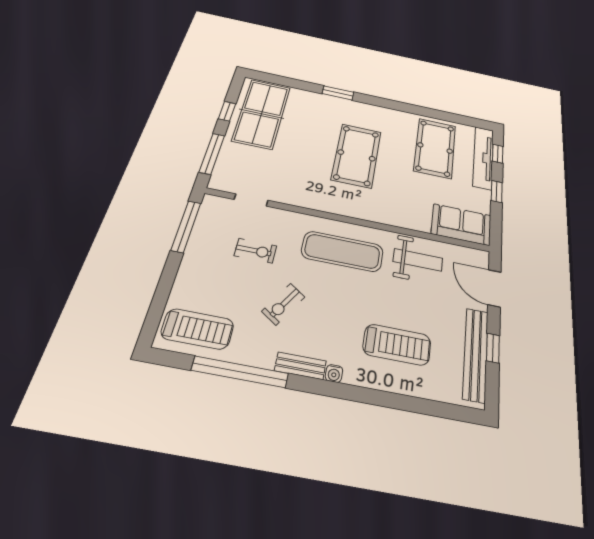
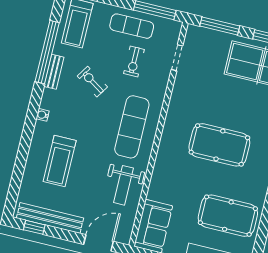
exercise mat: (206, 255) -> (132, 26), added
window: (493, 348) -> (34, 227), moved
bench: (300, 366) -> (54, 72), moved

